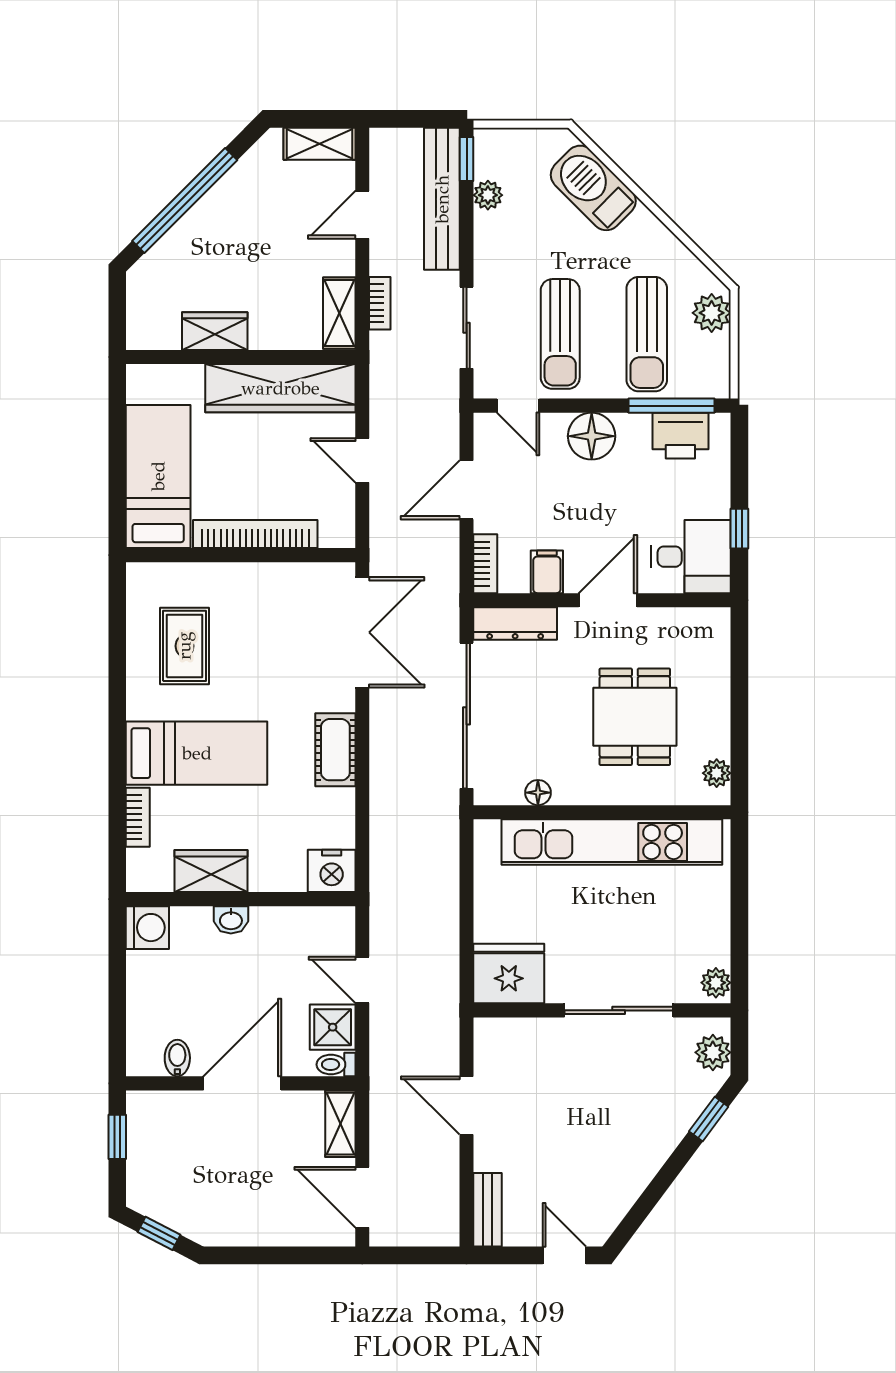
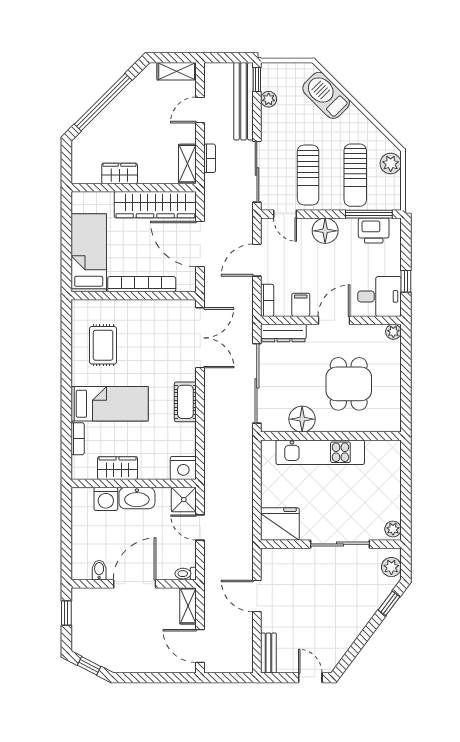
sliding door: (467, 328) -> (257, 172), width x1.37
door: (362, 460) -> (200, 244), width x1.88
plant: (717, 773) -> (393, 332), moved
floor lamp: (538, 793) -> (302, 419), width x1.89, depth x1.89
kitchen unit: (612, 842) -> (320, 452), width x0.73
washbasin: (231, 920) -> (137, 498), width x1.91, depth x1.45
washing machine: (147, 928) -> (106, 499), moved, turned 90
shower: (333, 1027) -> (184, 500), moved

